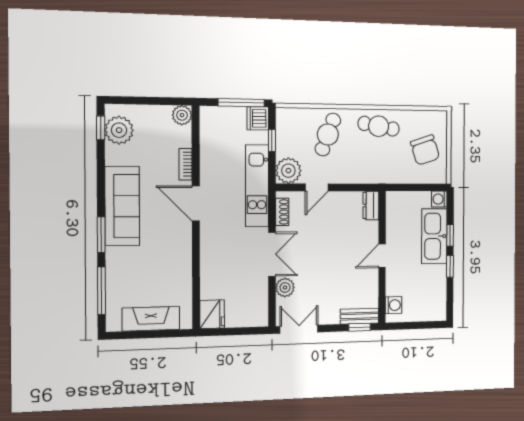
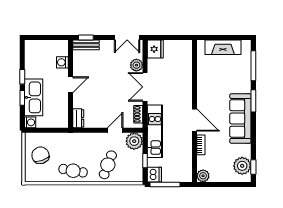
washing machine: (394, 305) -> (62, 62), moved
fridge: (212, 314) -> (155, 49), moved, turned 180

